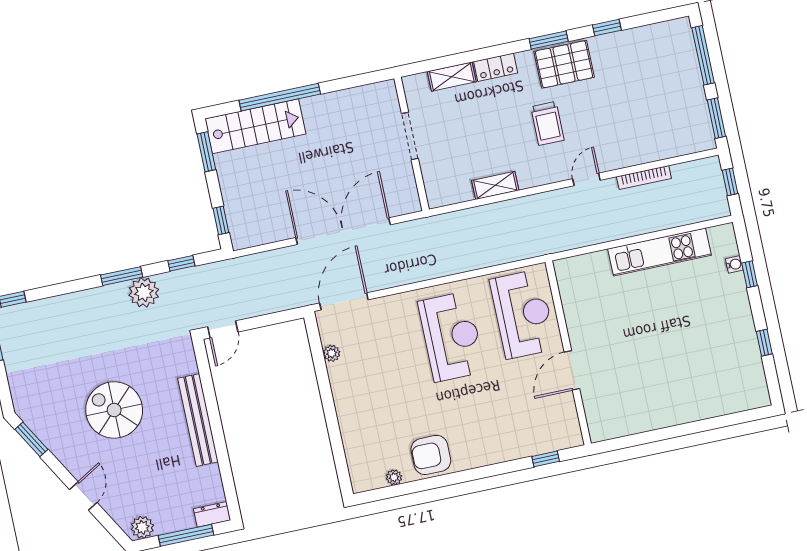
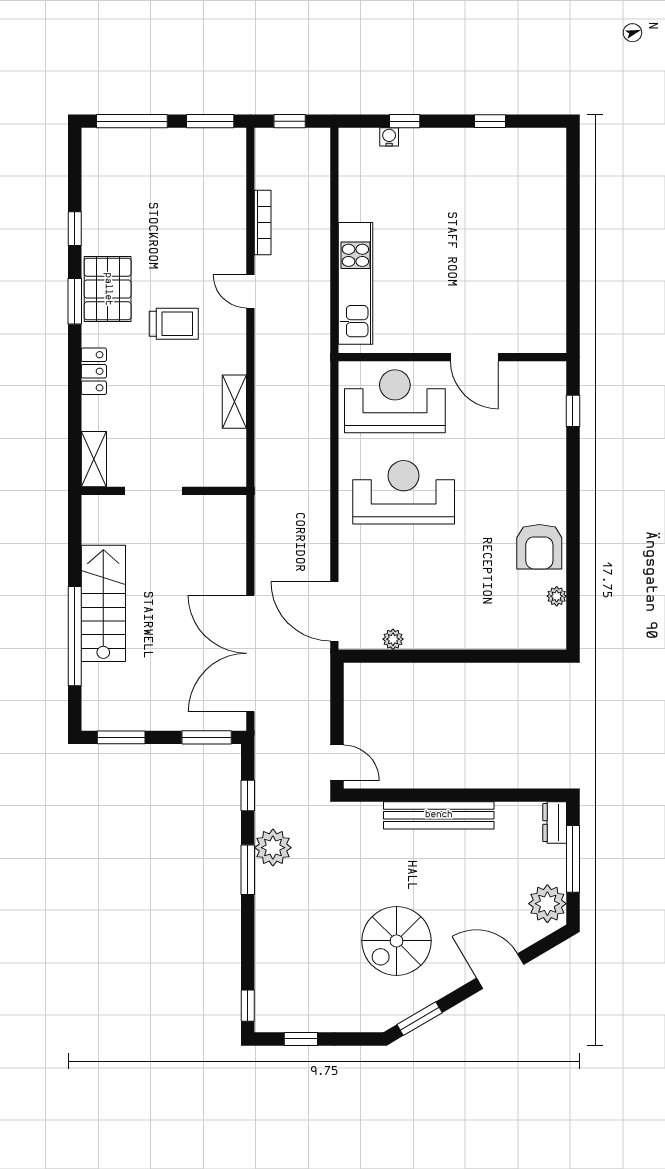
shelving: (452, 77) -> (94, 459), moved
stairs: (255, 126) -> (103, 603), moved
window: (221, 220) -> (207, 737), width x1.50
double door: (343, 231) -> (250, 653), moved
kitchen unit: (660, 252) -> (355, 283), moved
spiral stairs: (114, 410) -> (397, 941), moved
door: (83, 496) -> (500, 971), width x1.38
plant: (142, 527) -> (547, 904), width x1.36, depth x1.36

